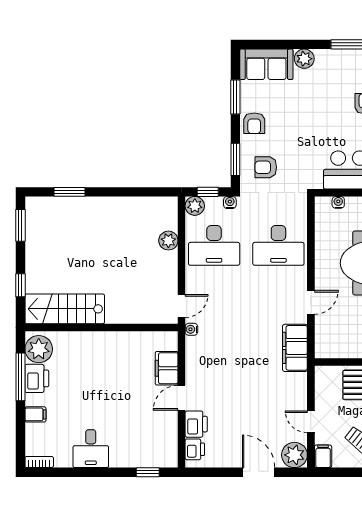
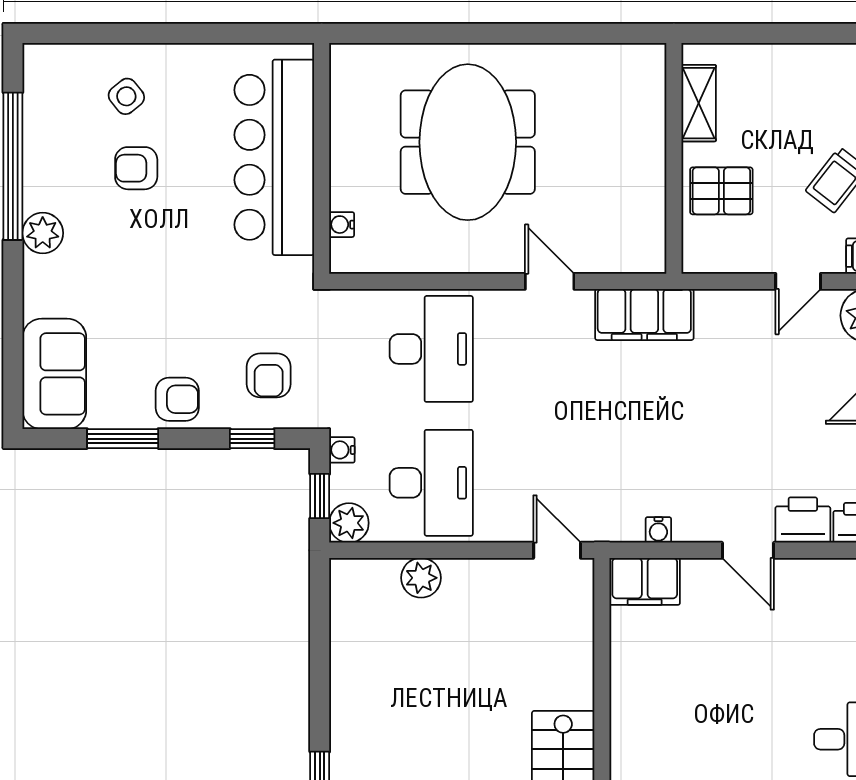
plant: (304, 59) -> (43, 233), moved
window: (235, 159) -> (252, 439), width x0.67
water cooler: (191, 329) -> (658, 530), moved
filing cabinet: (167, 368) -> (645, 581), moved

